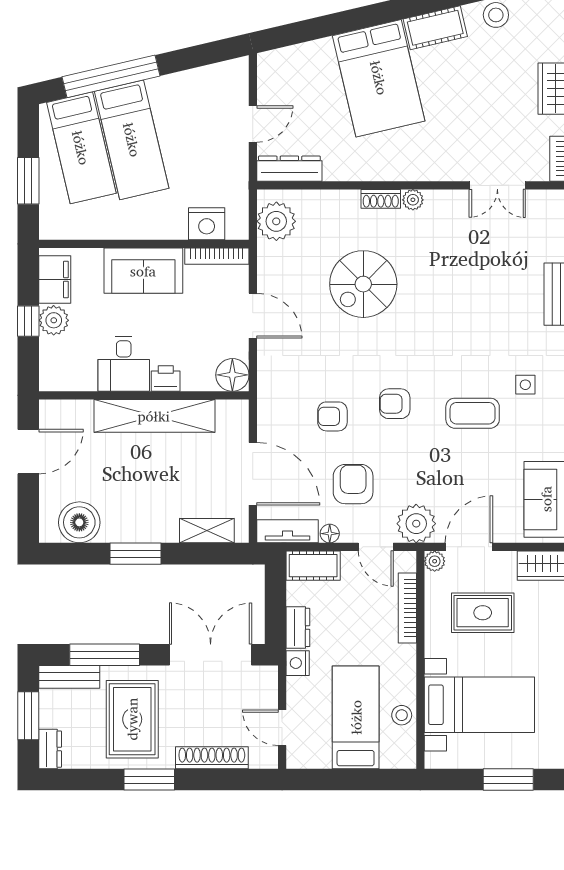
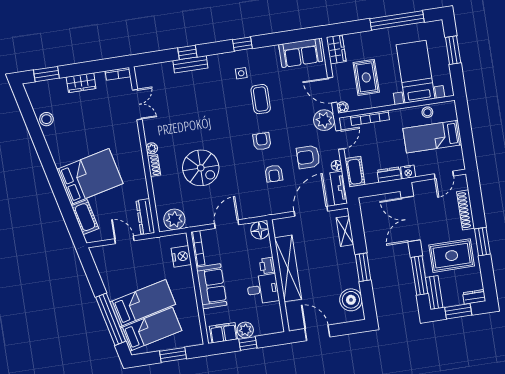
cot: (435, 28) -> (85, 217), moved
armchair: (395, 404) -> (262, 141), turned 180

